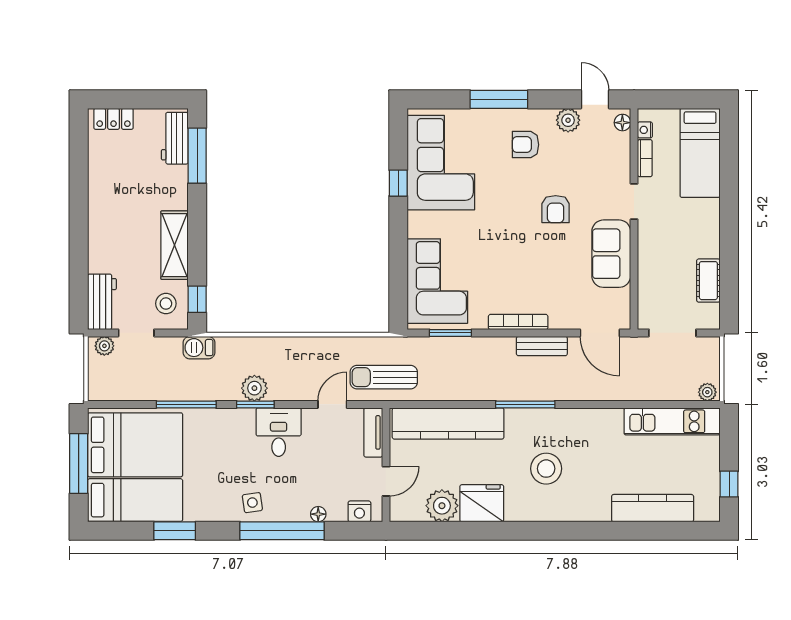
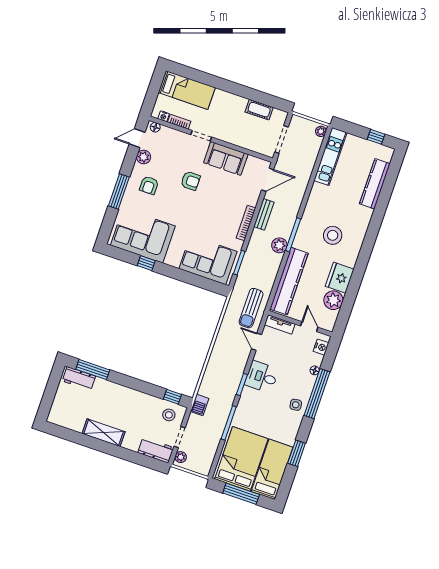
locker: (114, 119) -> (56, 409), removed
shelving: (175, 245) -> (104, 433), moved
plant: (254, 388) -> (279, 245), moved

